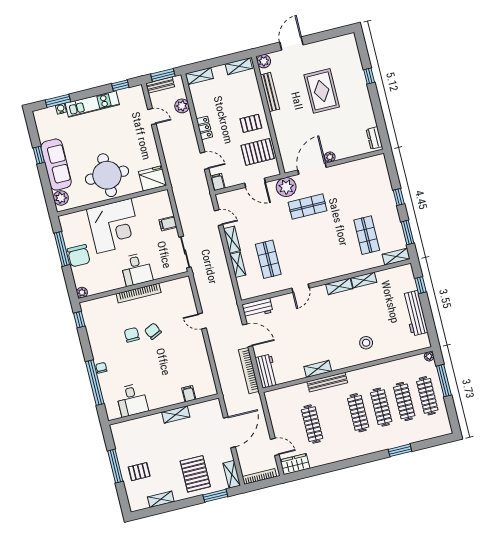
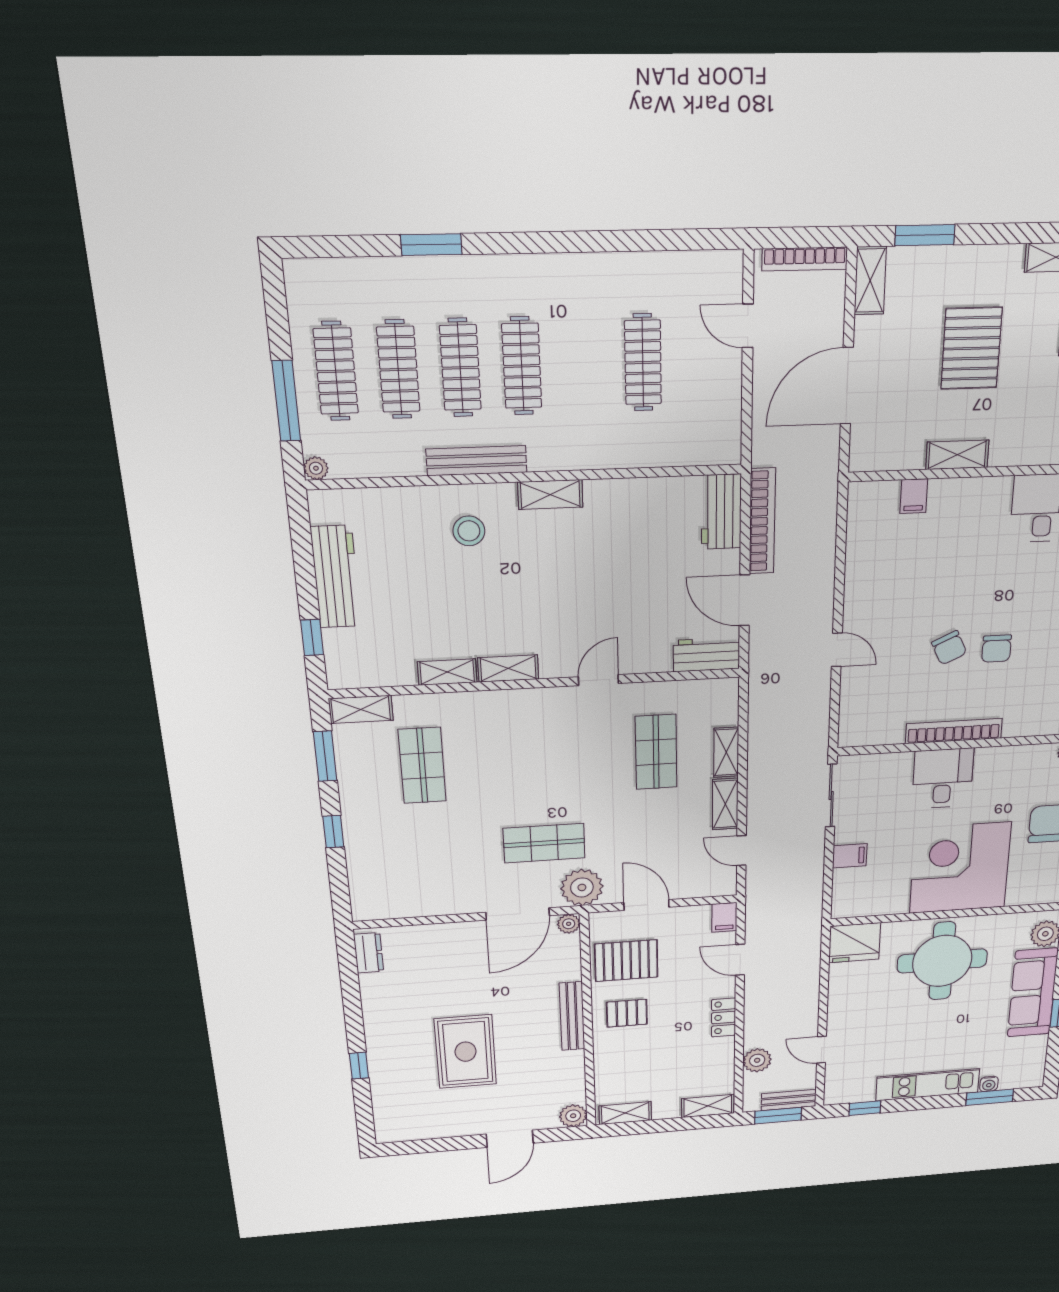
bench: (270, 92) -> (572, 1016), moved
plant: (330, 157) -> (569, 924), moved
shelving: (318, 369) -> (550, 495), moved
bench: (327, 382) -> (477, 461), moved
wardrobe: (295, 464) -> (709, 270), removed
pallet: (195, 474) -> (971, 348), moved

